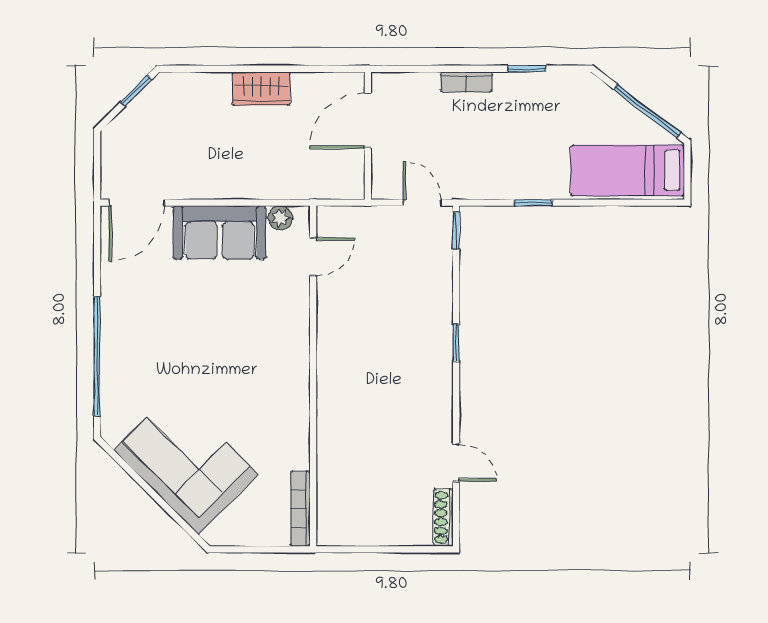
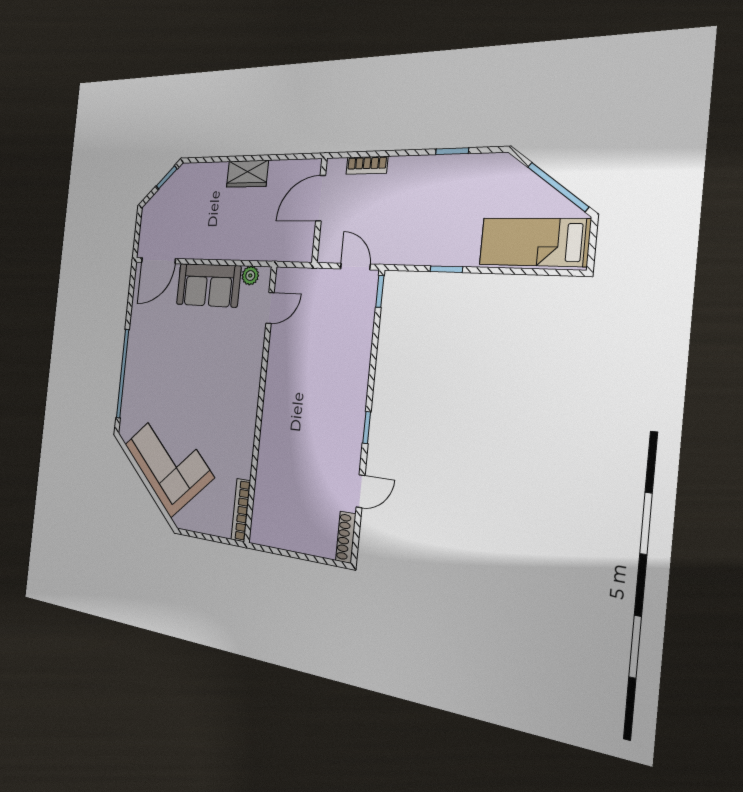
bookcase: (466, 82) -> (367, 165), moved
window: (456, 343) -> (367, 428), moved
door: (456, 463) -> (361, 491), hinge flipped

